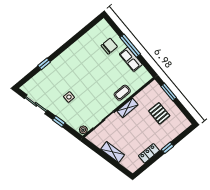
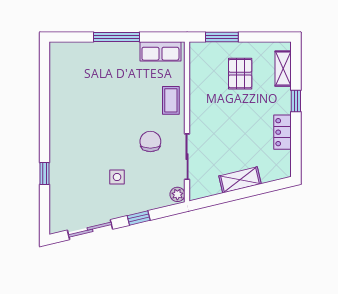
chair: (109, 46) -> (150, 141), moved
row of seats: (131, 59) -> (160, 51), moved
shelving: (127, 108) -> (283, 69), moved
pallet: (159, 113) -> (240, 74), turned 90

